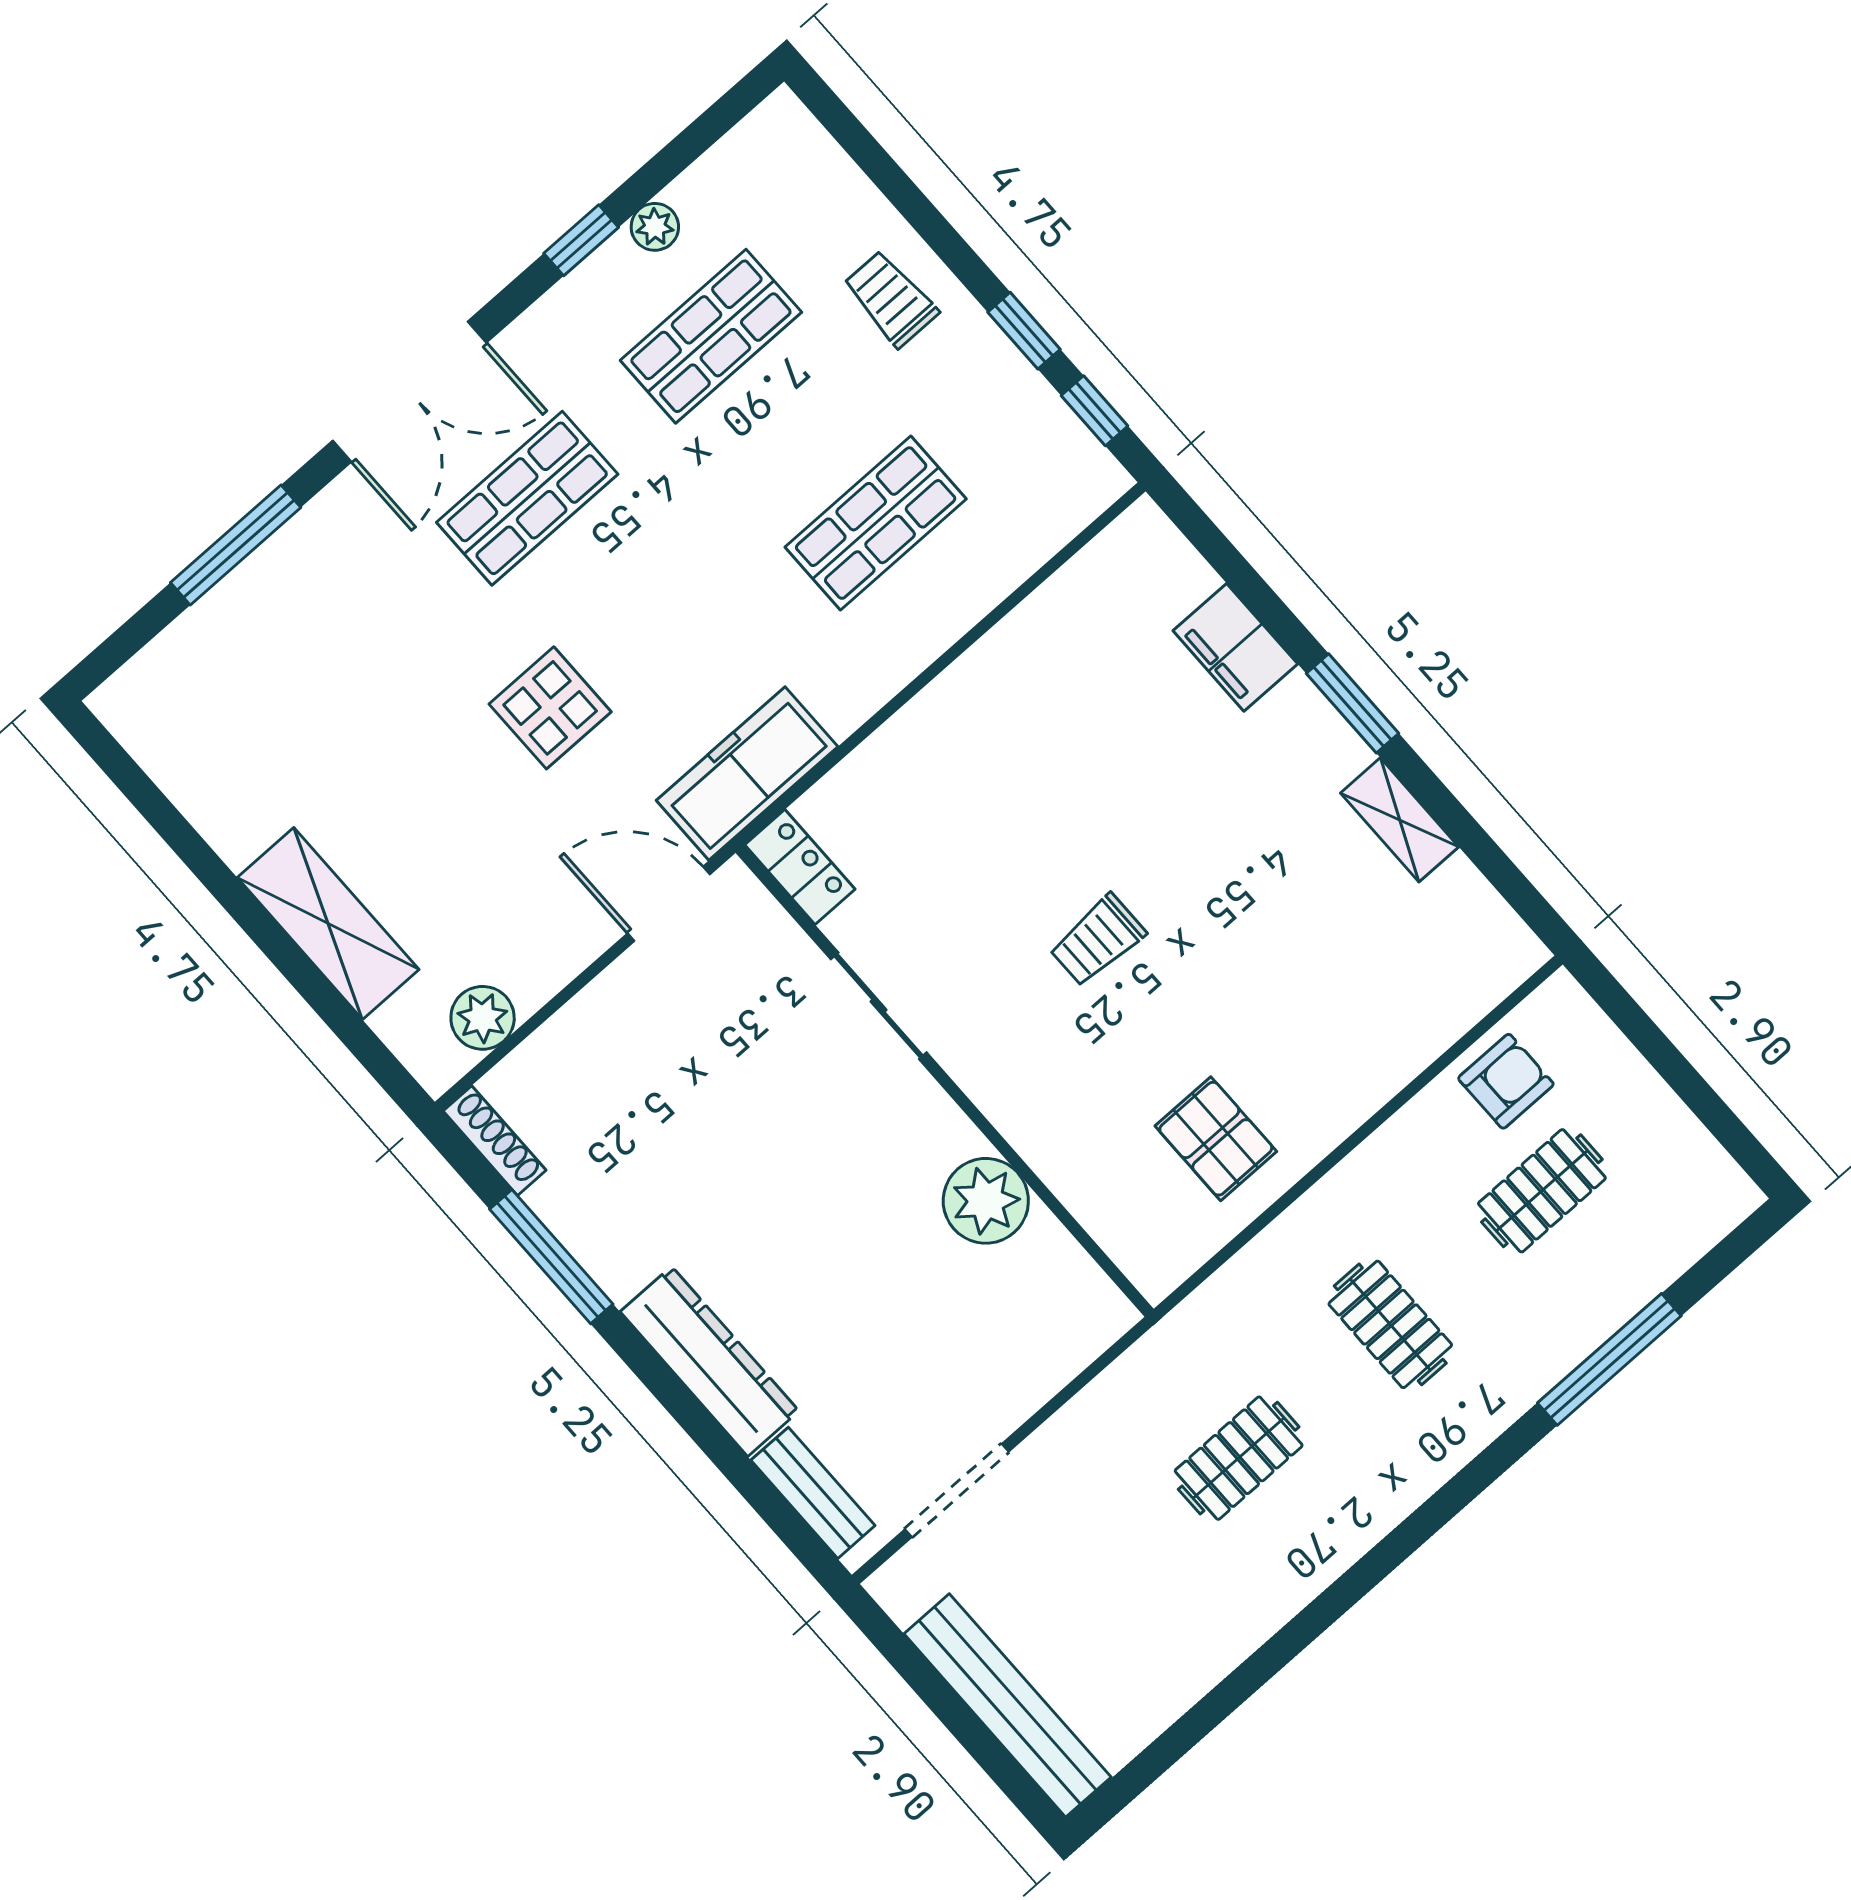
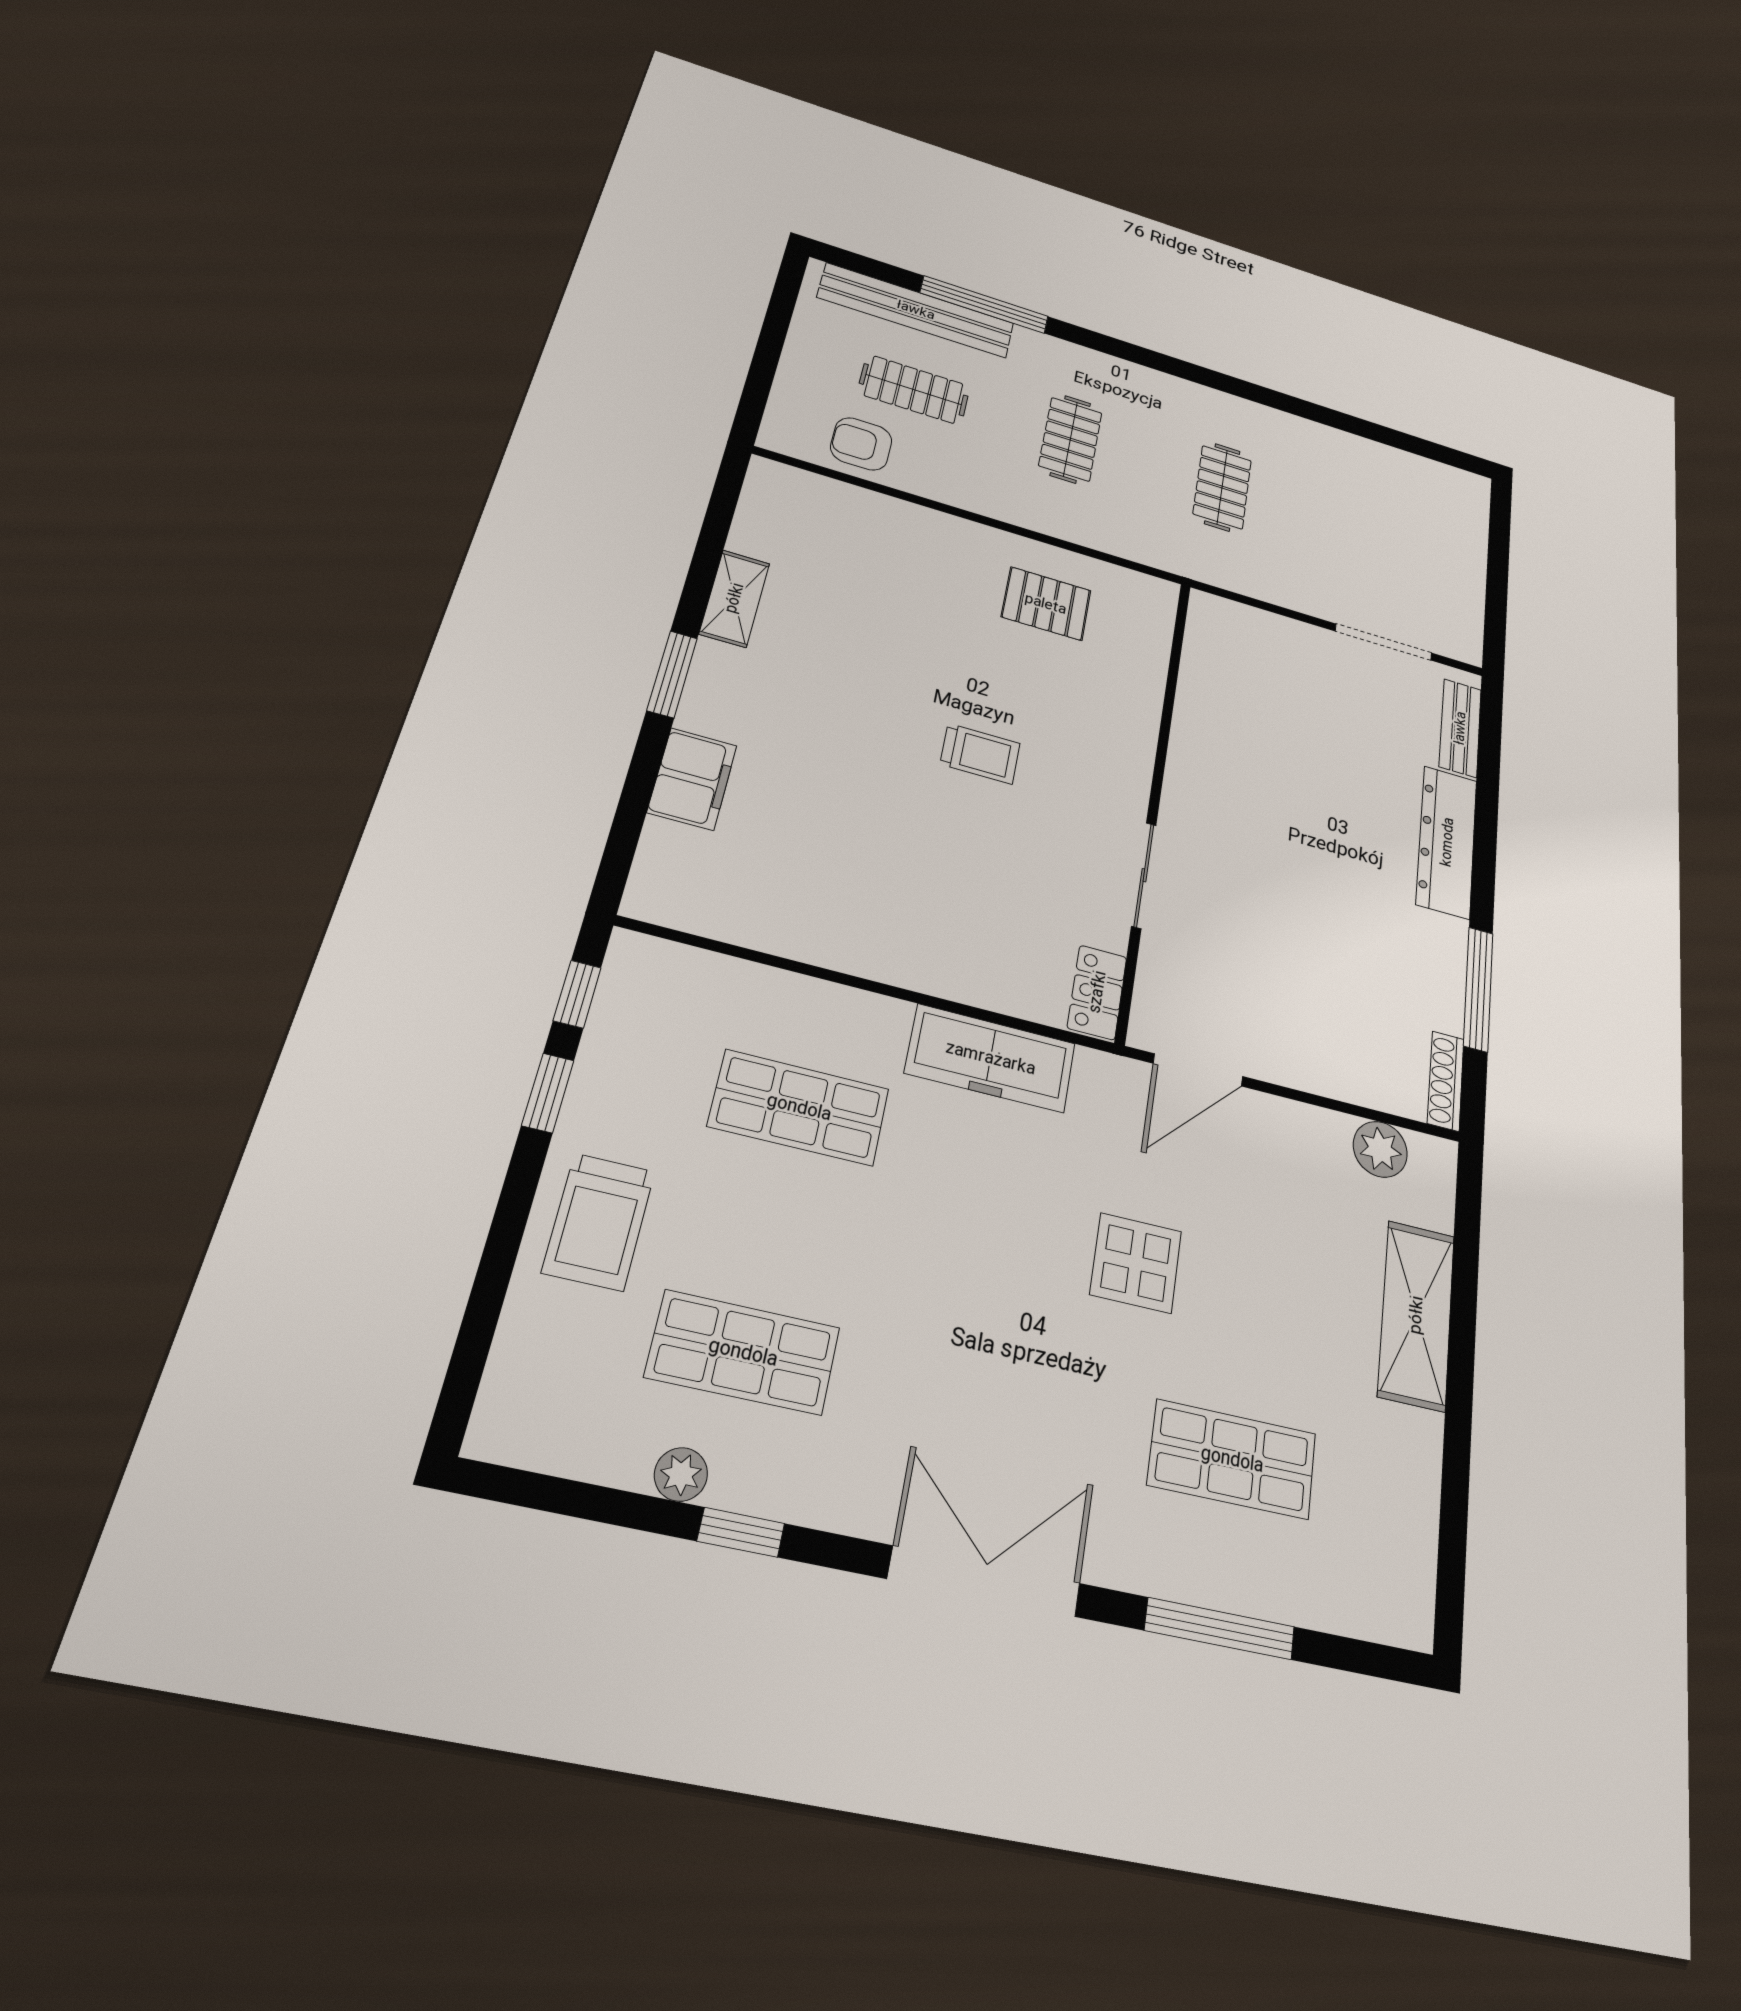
trolley: (891, 299) -> (599, 1222), width x1.36, depth x1.39
shop shelf: (527, 498) -> (1232, 1459), moved
freezer: (747, 773) -> (991, 1058), moved
door: (669, 904) -> (1198, 1070), hinge flipped
pallet: (1216, 1139) -> (1046, 604), turned 90
plant: (986, 1201) -> (1206, 727), removed
clothes rail: (1239, 1458) -> (1222, 487), turned 90
bench: (1008, 1705) -> (916, 310), moved, turned 90

